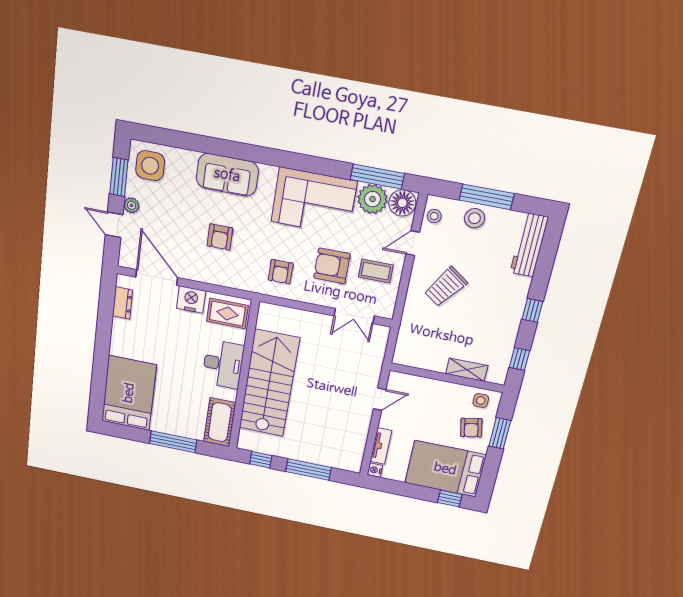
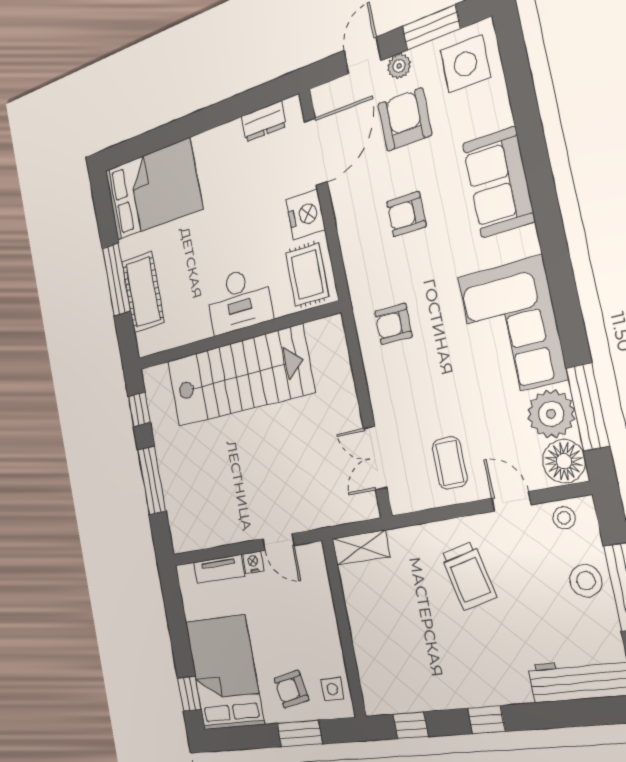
armchair: (332, 266) -> (405, 119), moved
trolley: (446, 287) -> (468, 576), turned -138
shelving: (467, 370) -> (361, 548), moved, turned 90
cot: (220, 422) -> (143, 292), moved, turned 90
nightstand: (375, 470) -> (253, 562), moved

